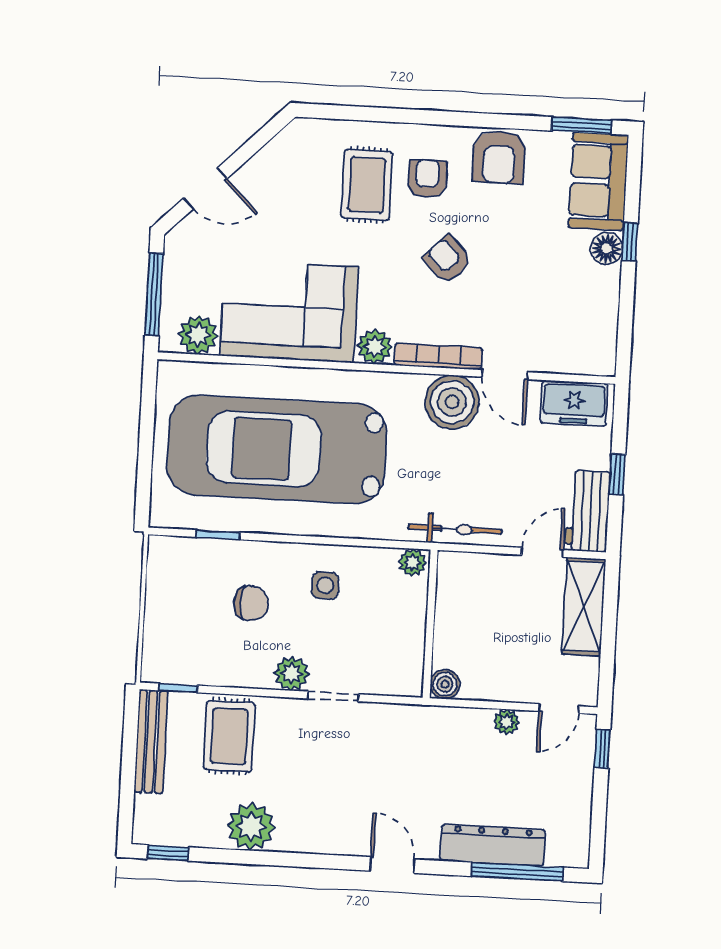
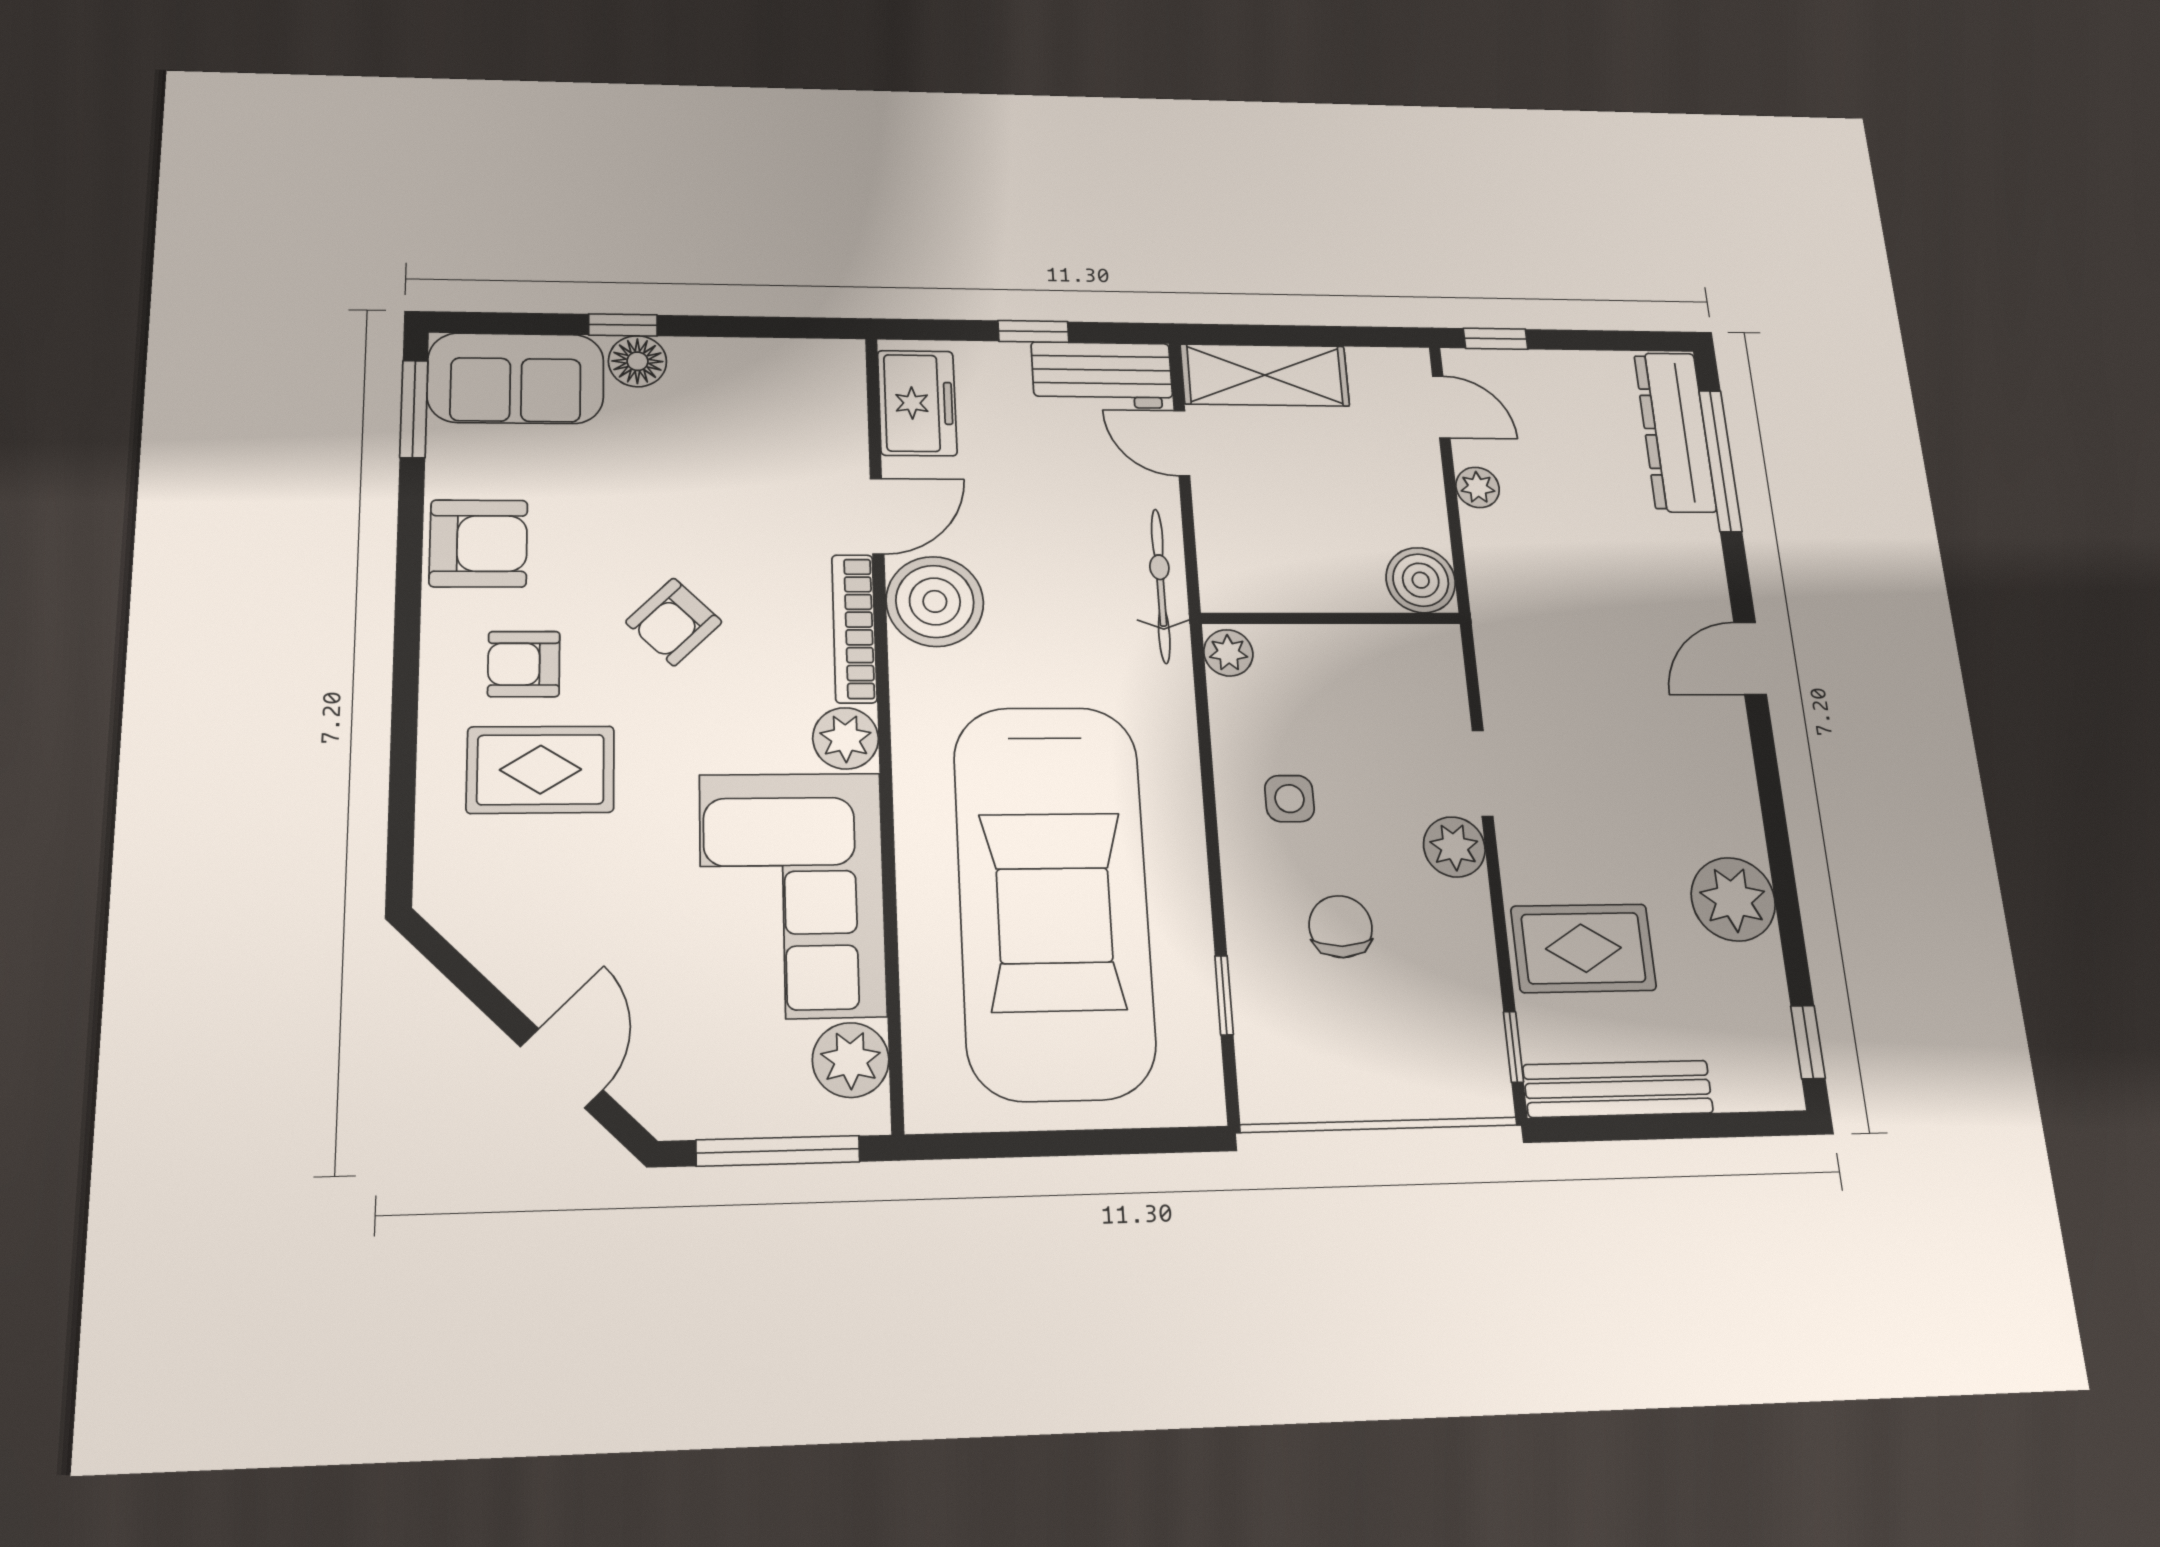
boiler: (445, 684) -> (1421, 580), width x1.36, depth x1.36
dresser: (493, 845) -> (1675, 432), moved

